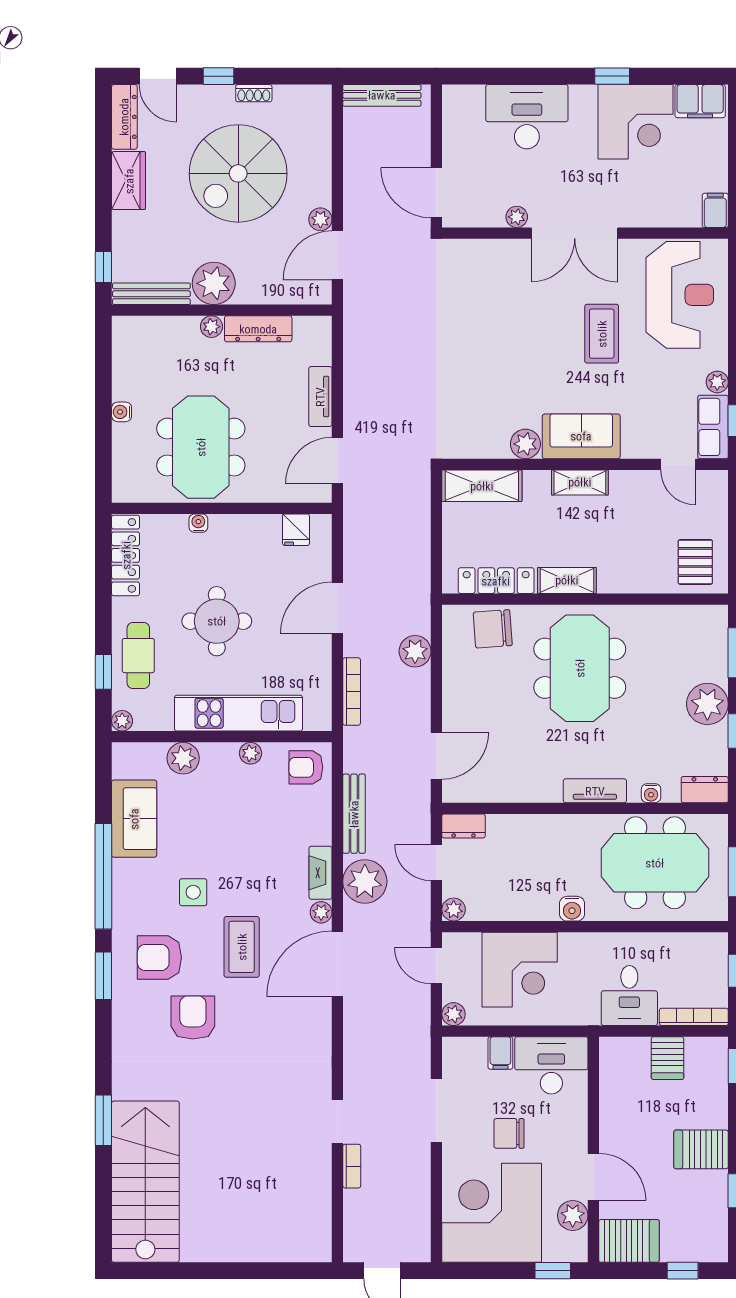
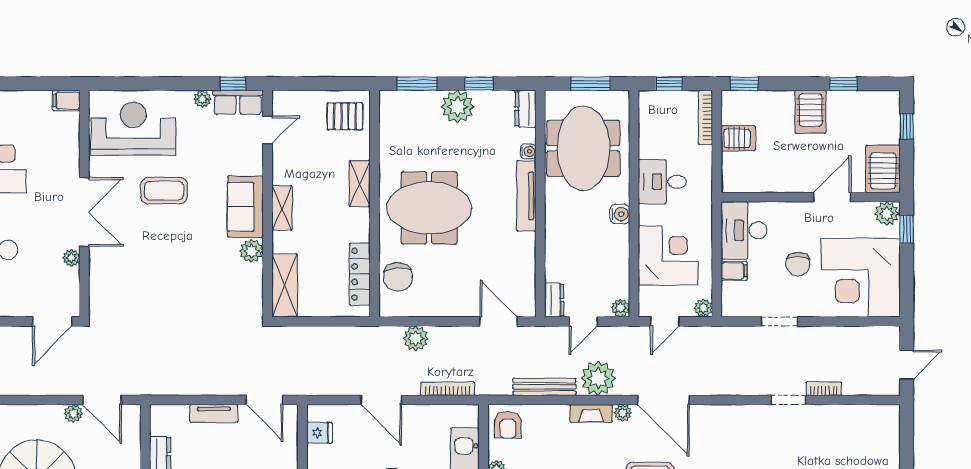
shelving: (567, 580) -> (360, 184), moved
tv unit: (595, 791) -> (526, 196), width x1.41
desk: (629, 996) -> (662, 182), moved, turned 180
doorway: (436, 1110) -> (780, 321), width x0.73
plant: (573, 1215) -> (887, 213), moved

